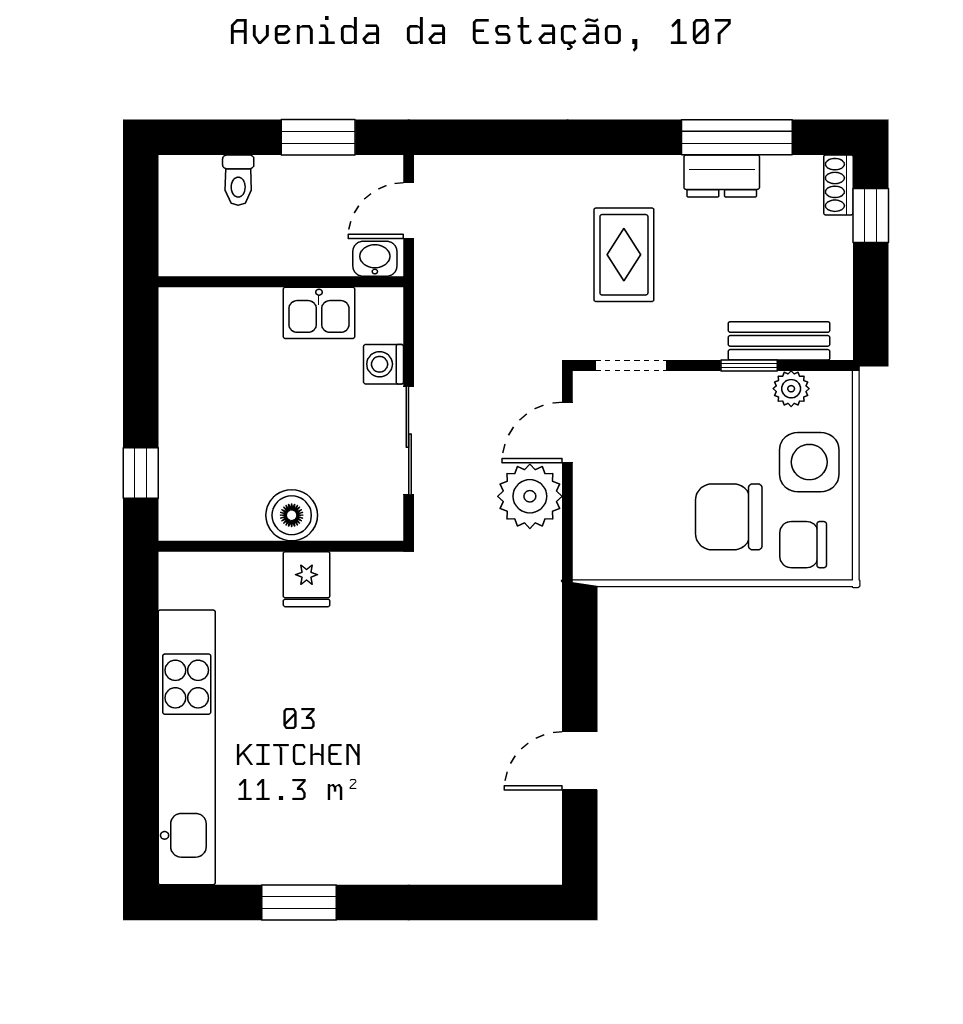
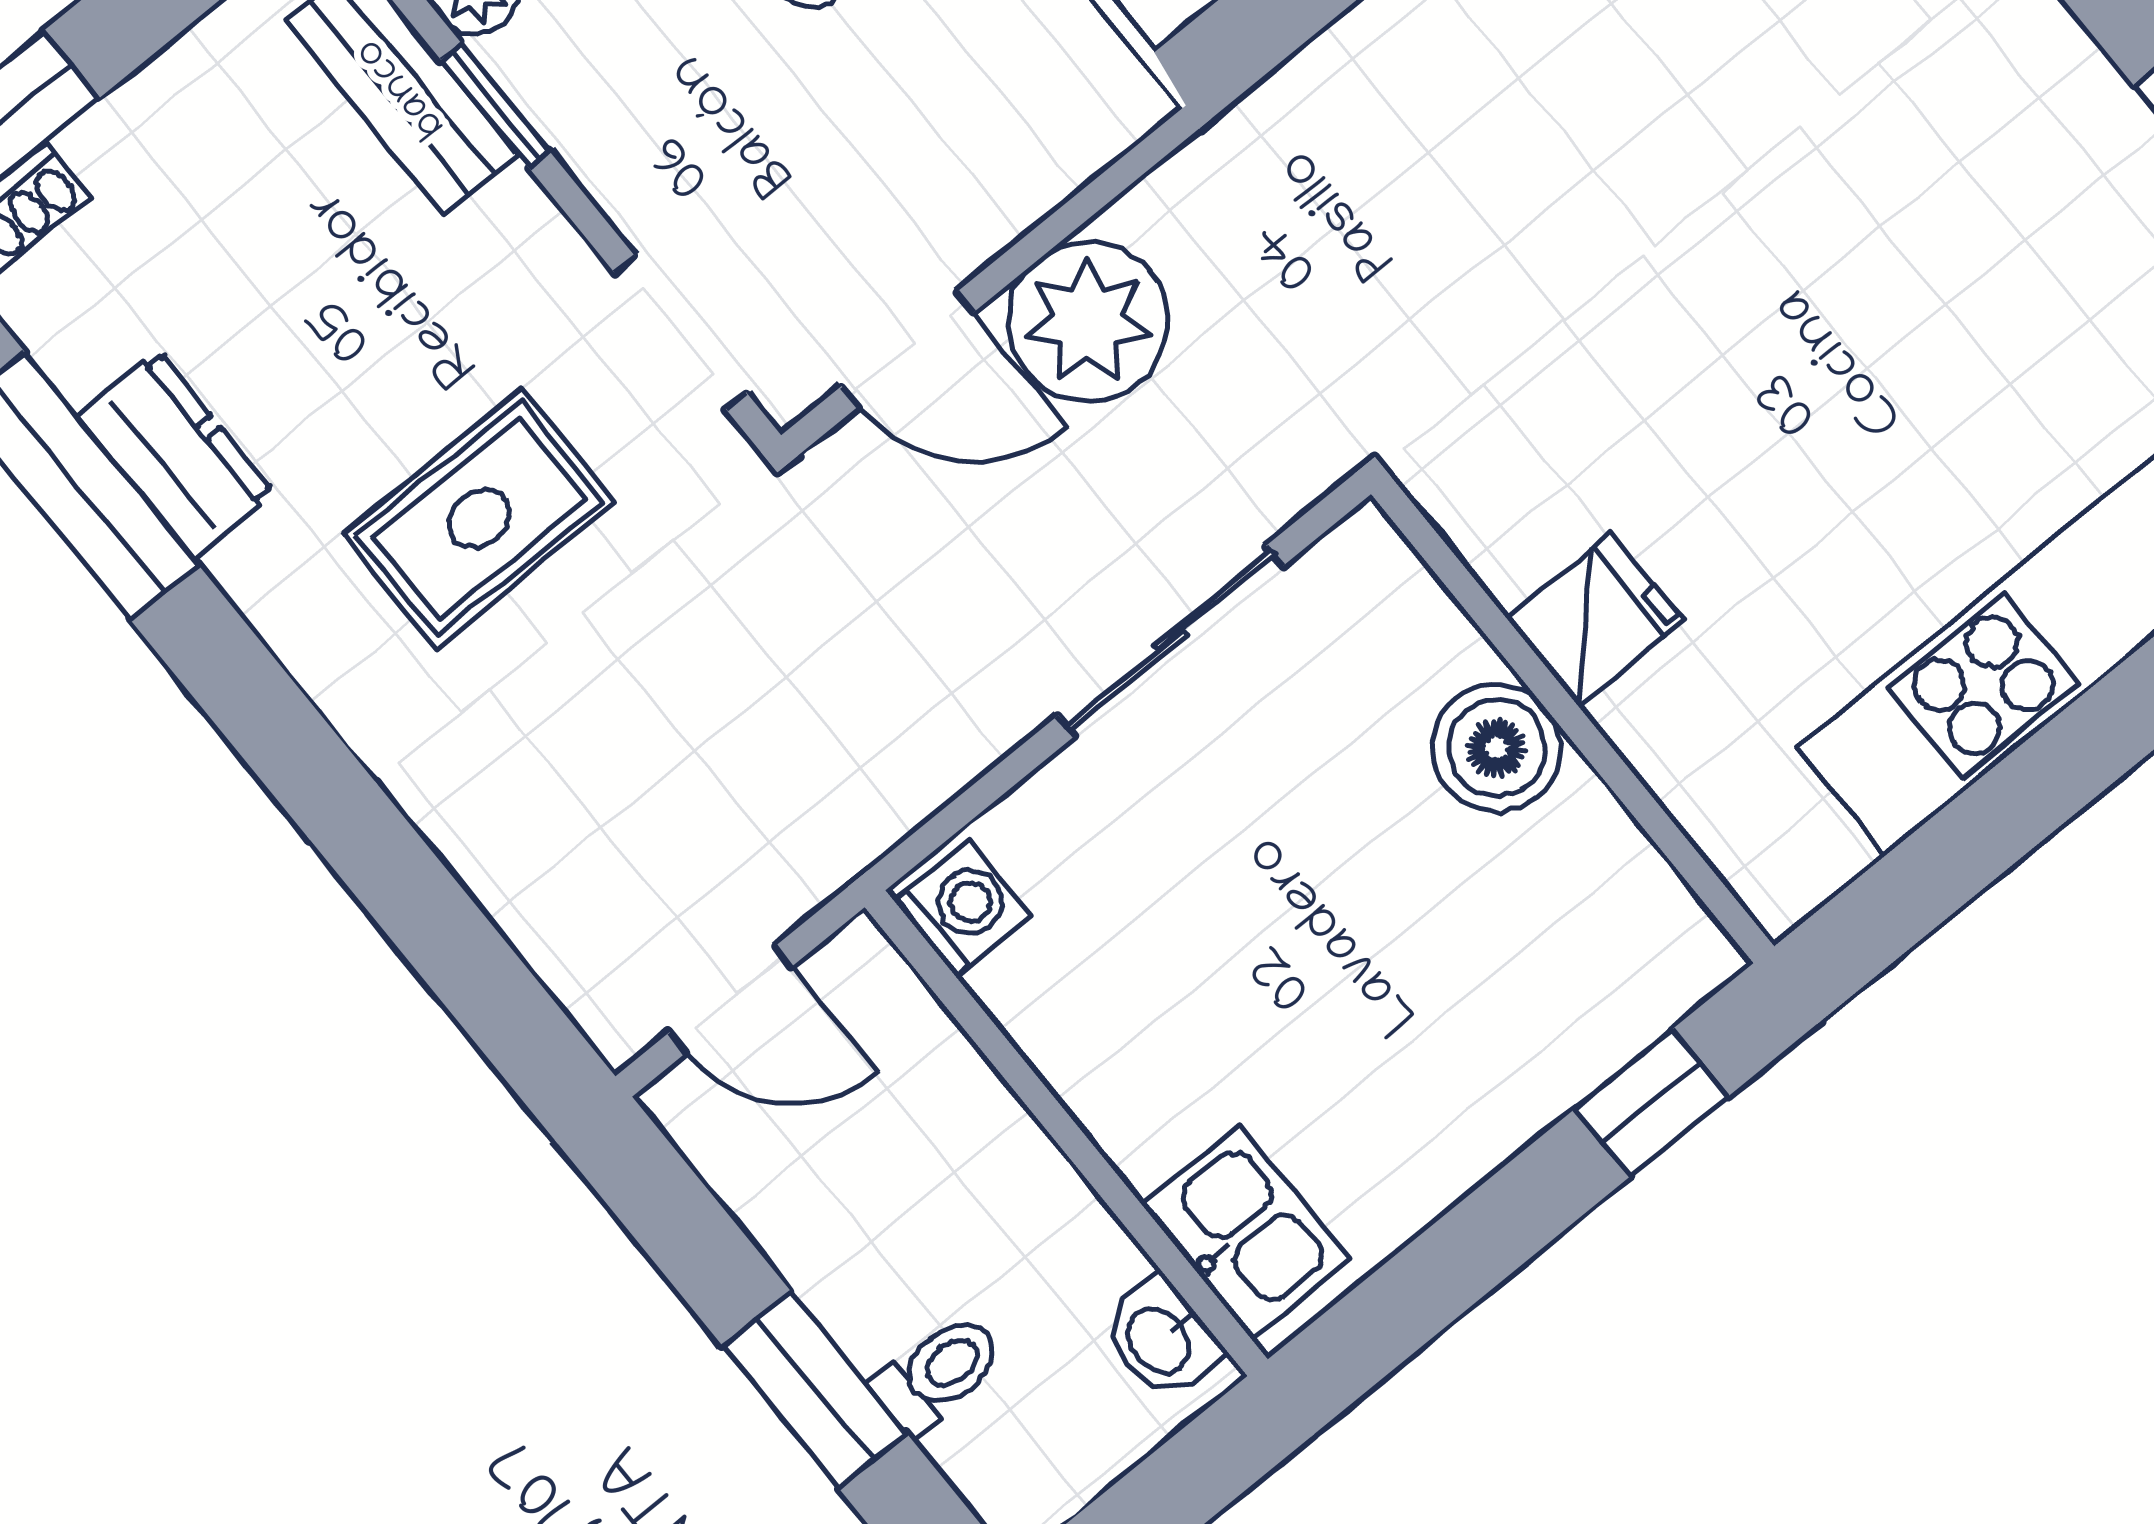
window: (318, 137) -> (815, 1390), moved
washbasin: (375, 259) -> (1161, 1339), moved
kitchen sink: (319, 313) -> (1246, 1232), moved
washing machine: (384, 364) -> (963, 908), moved, turned -90

